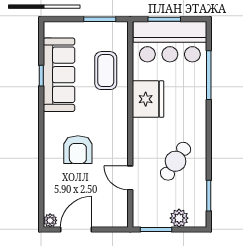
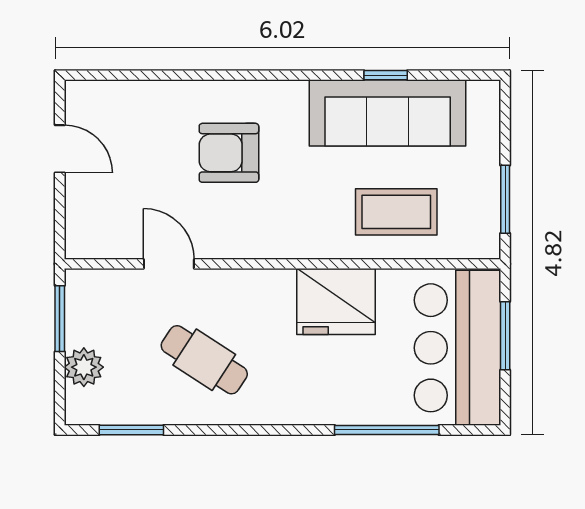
door: (130, 178) -> (169, 264), hinge flipped
plant: (50, 220) -> (79, 94), removed
door: (76, 229) -> (60, 149), width x0.73

